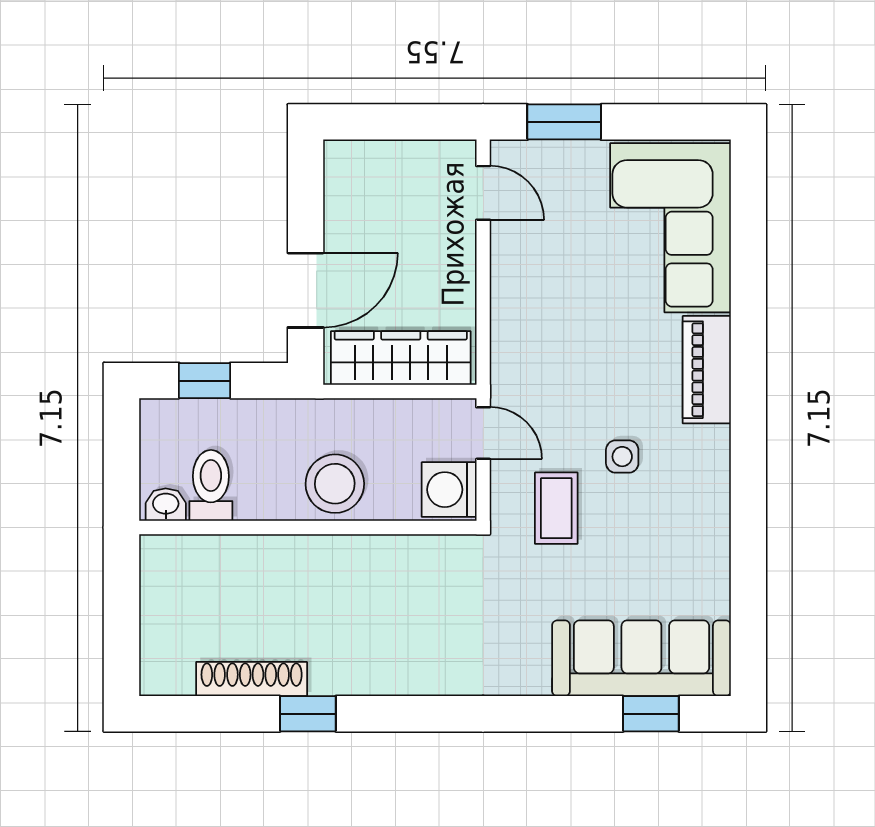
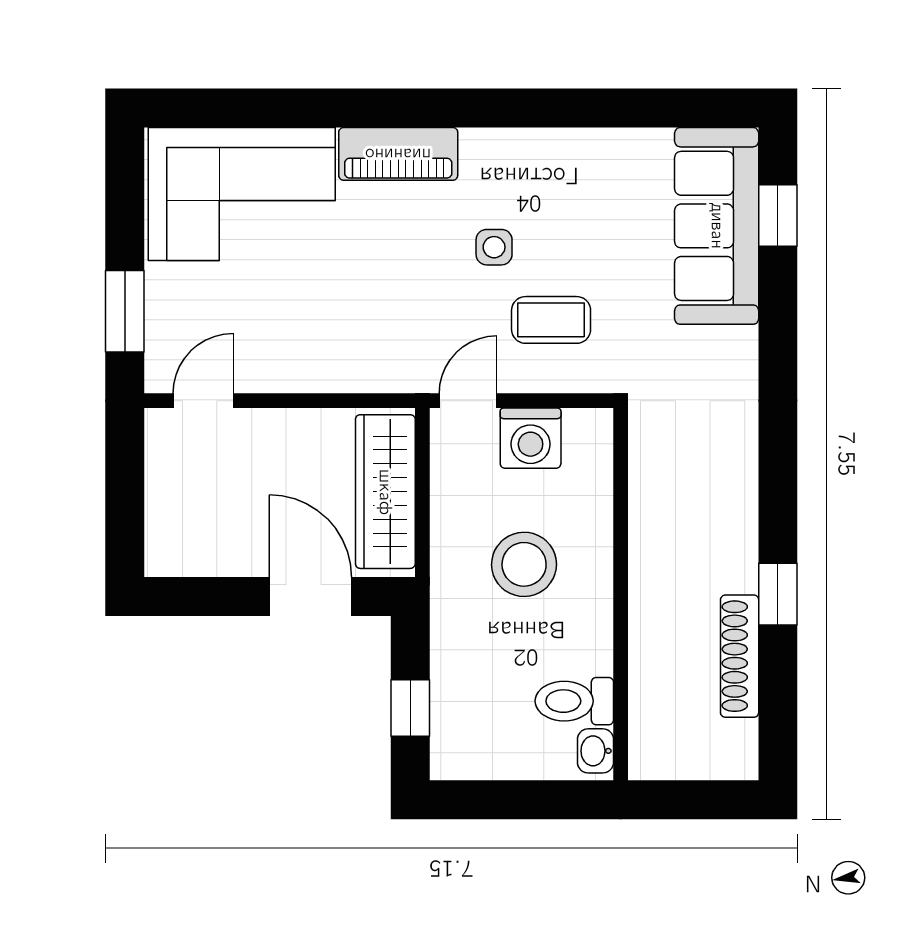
toilet: (211, 485) -> (574, 701), moved
washbasin: (166, 505) -> (595, 751), moved
wall: (308, 527) -> (621, 594), moved

